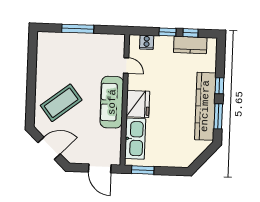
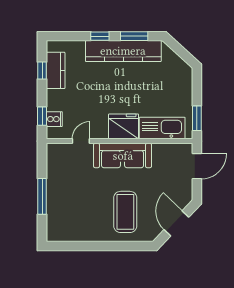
window: (167, 32) -> (42, 116), moved
coffee table: (61, 103) -> (125, 212), turned 38

